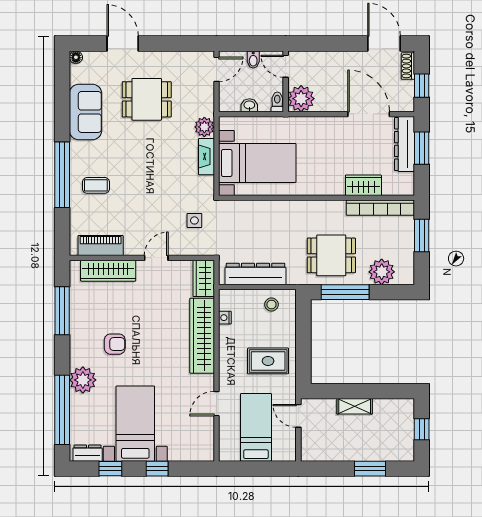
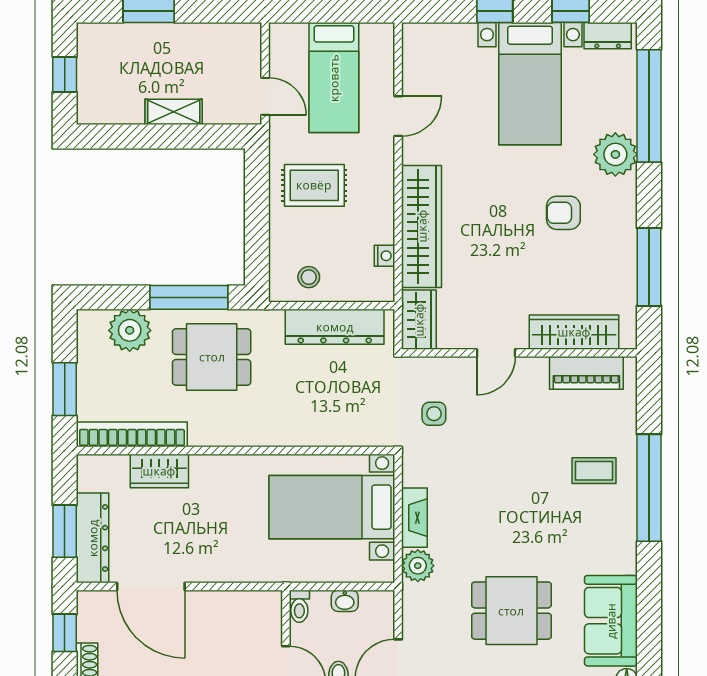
plant: (301, 99) -> (261, 612), removed
sofa: (86, 112) -> (611, 621), moved

